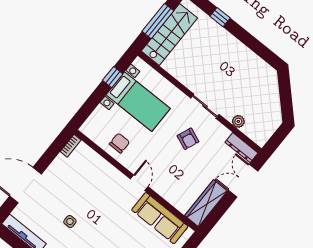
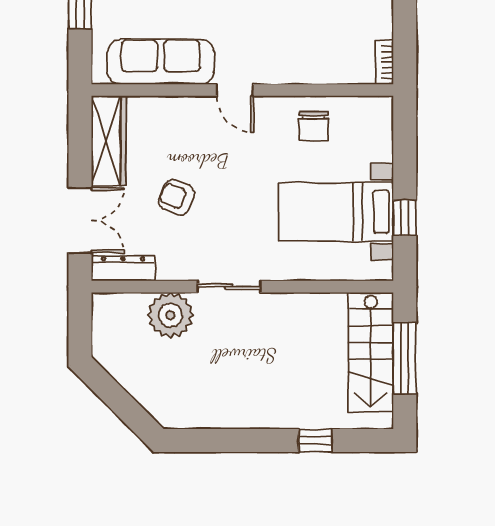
plant: (238, 121) -> (170, 315), width x1.88, depth x1.88
armchair: (188, 139) -> (177, 197), moved

